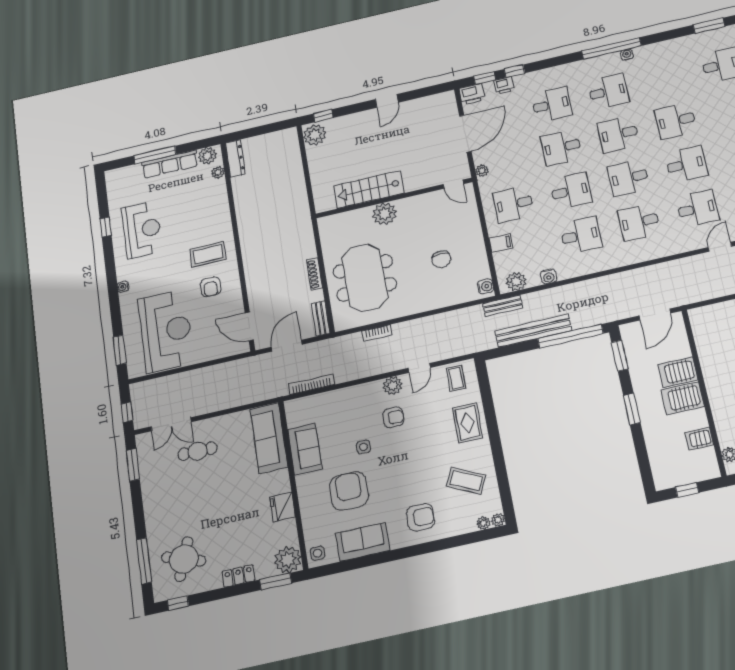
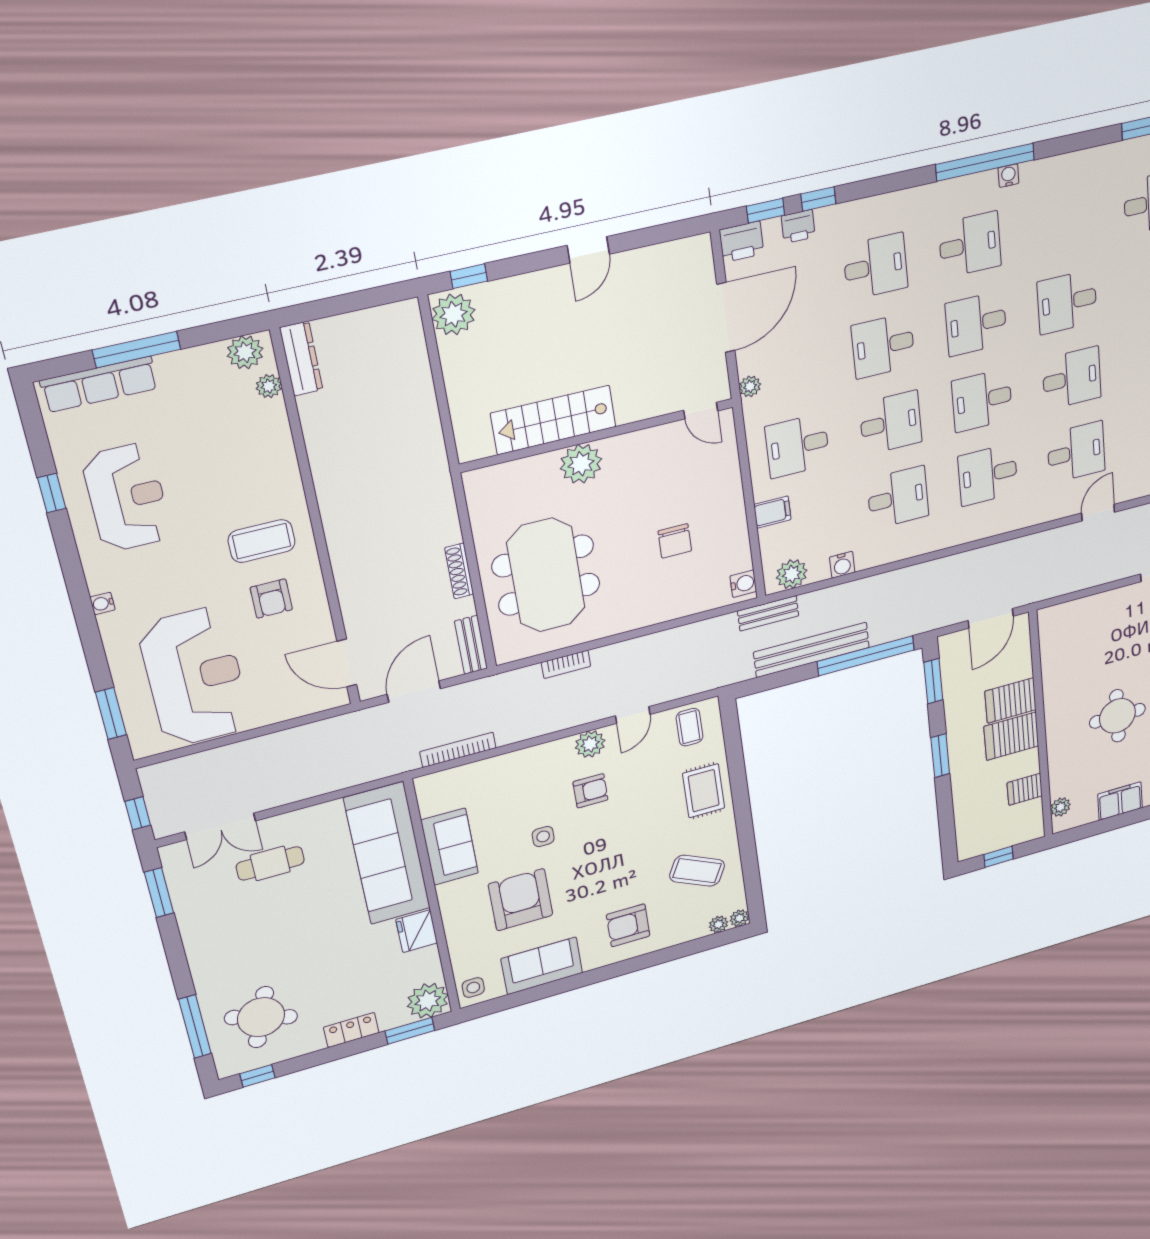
row of seats: (170, 164) -> (99, 384), moved
sofa: (269, 438) -> (387, 854), width x1.36, depth x1.27
armchair: (420, 517) -> (628, 925), turned 180

